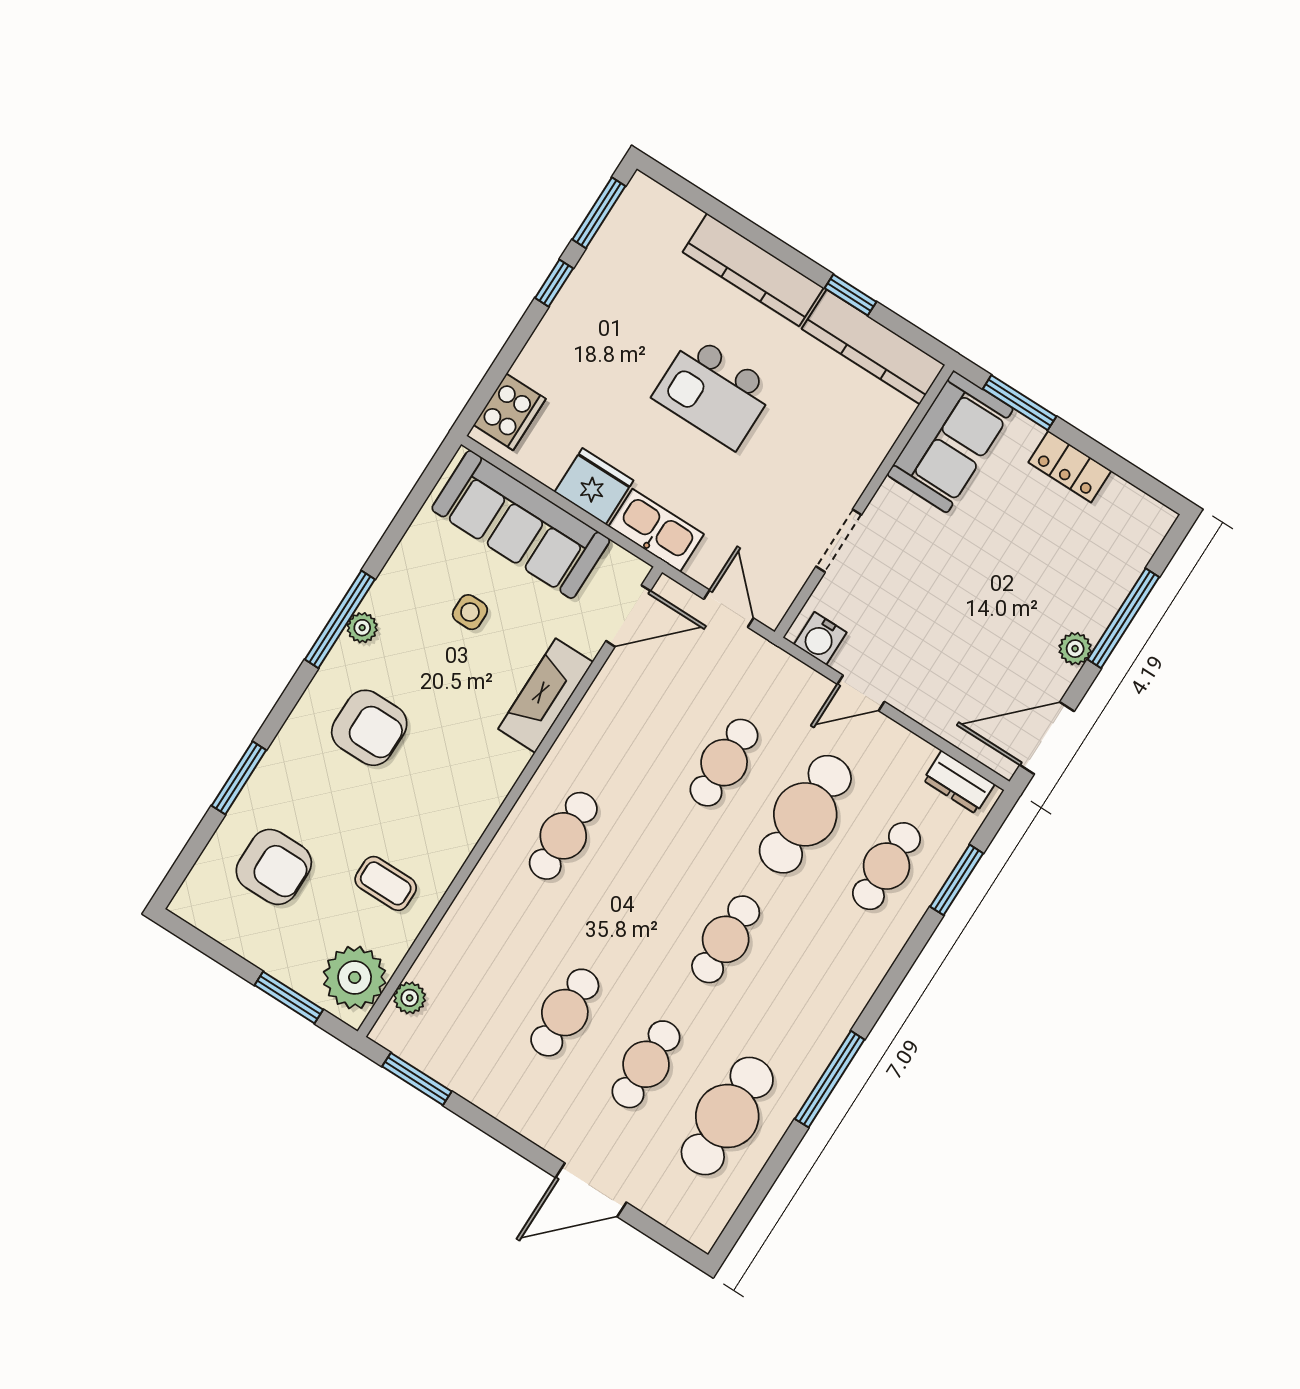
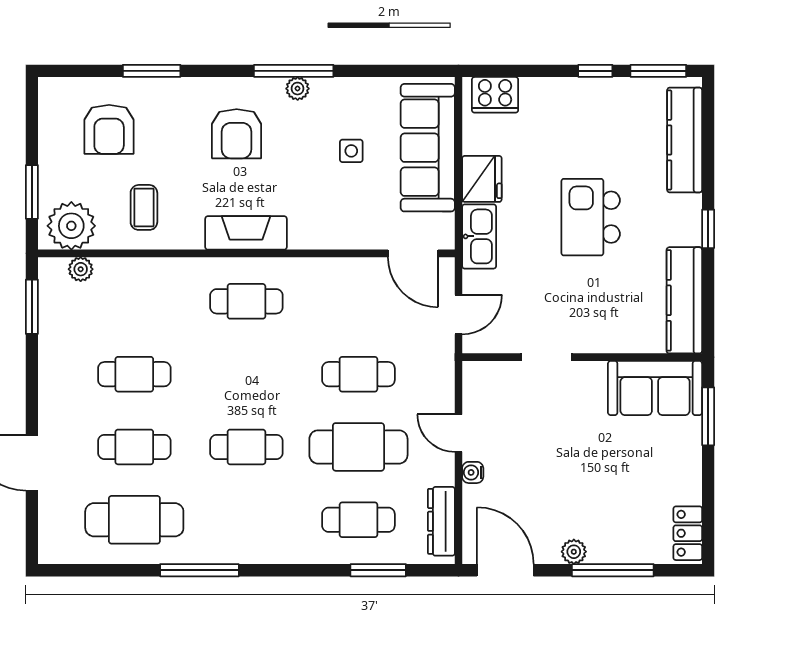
kitchen counter: (753, 270) -> (685, 140), moved
window: (851, 295) -> (708, 229), moved
locker: (1070, 467) -> (688, 533), moved
water cooler: (820, 638) -> (473, 472), moved, width x0.72, depth x0.72
fireplace: (545, 695) -> (246, 233), moved
dresser: (959, 782) -> (441, 521), width x1.44

